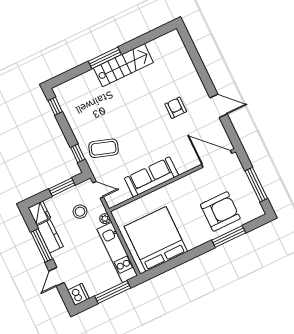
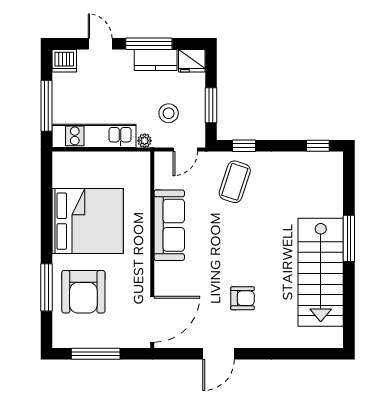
stairs: (123, 65) -> (321, 272), width x1.36, depth x1.51
bed: (156, 239) -> (88, 221), moved

